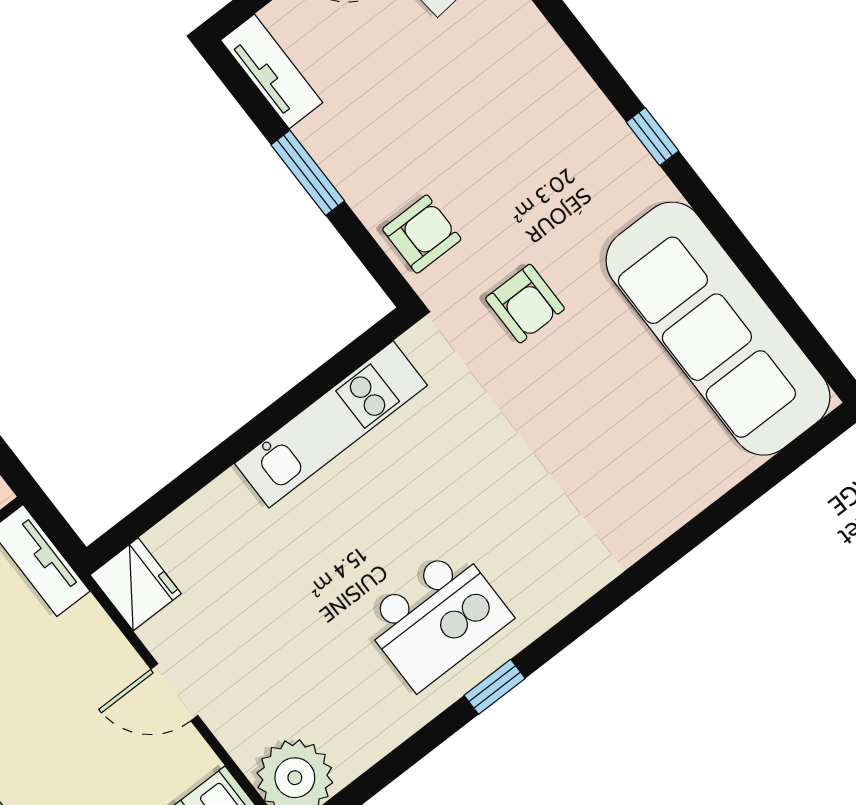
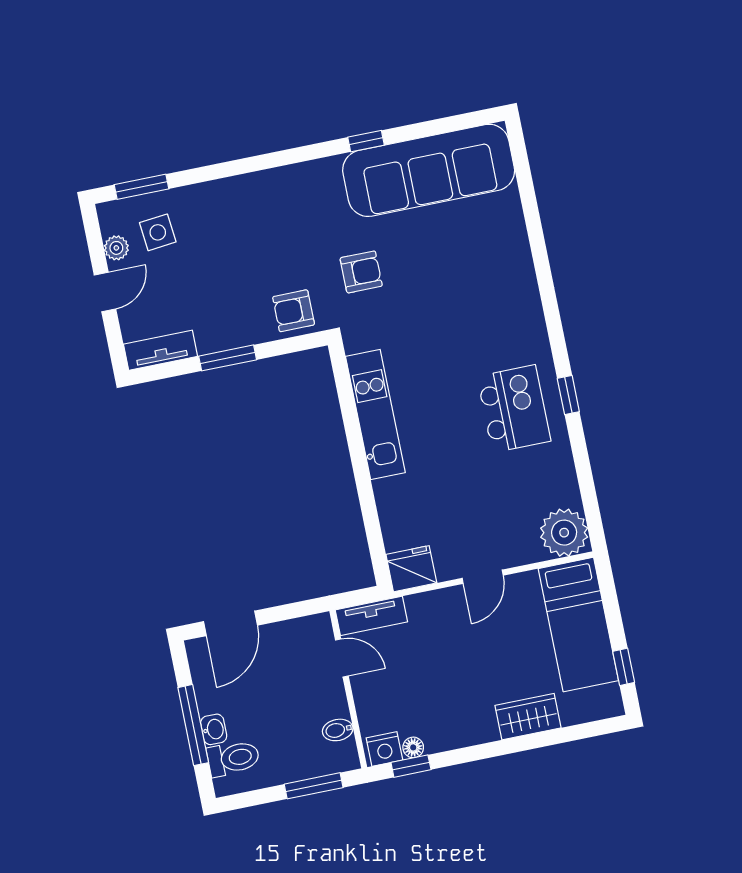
window: (652, 137) -> (366, 141), moved
armchair: (422, 234) -> (294, 311), turned -90

